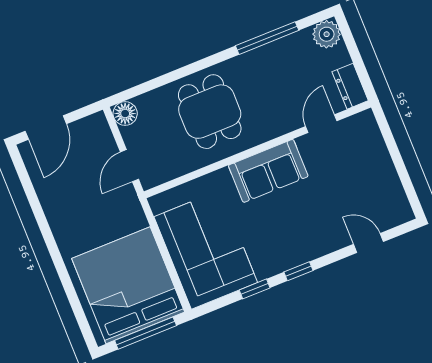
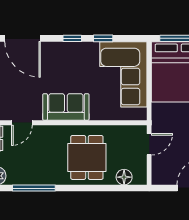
floor lamp: (125, 114) -> (124, 177), moved
door: (369, 243) -> (22, 38), width x1.87

